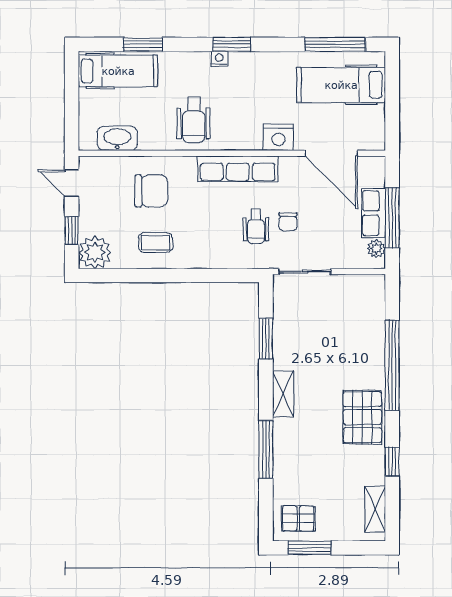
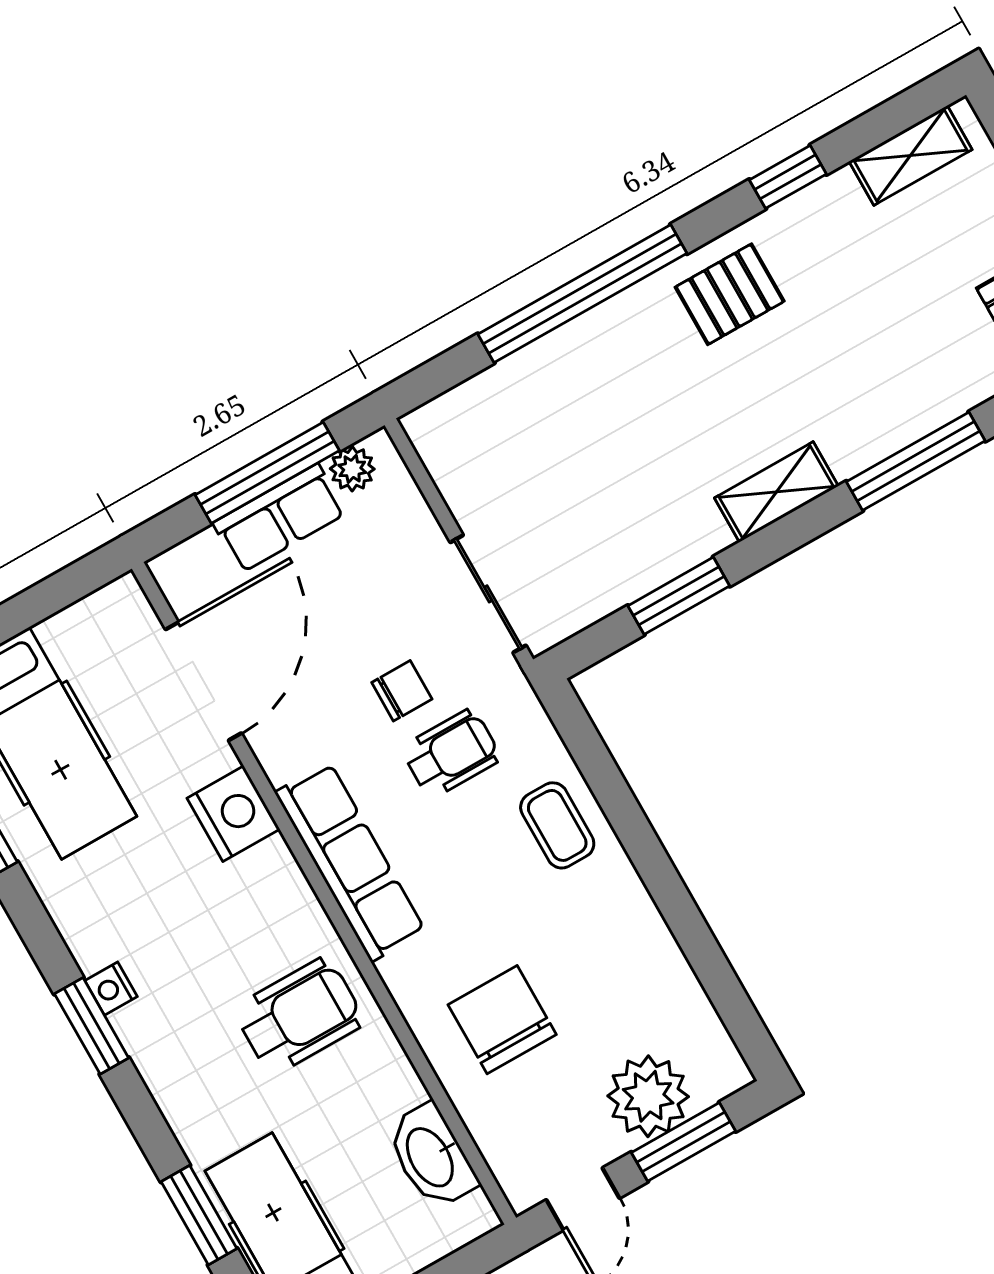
nightstand: (219, 59) -> (111, 989), moved
window: (72, 230) -> (683, 1142), width x1.50
coffee table: (155, 243) -> (557, 825), moved
plant: (95, 252) -> (648, 1096), moved
pallet: (362, 417) -> (730, 294), width x0.67, depth x0.71

